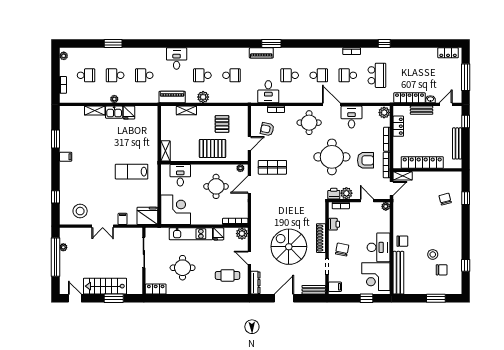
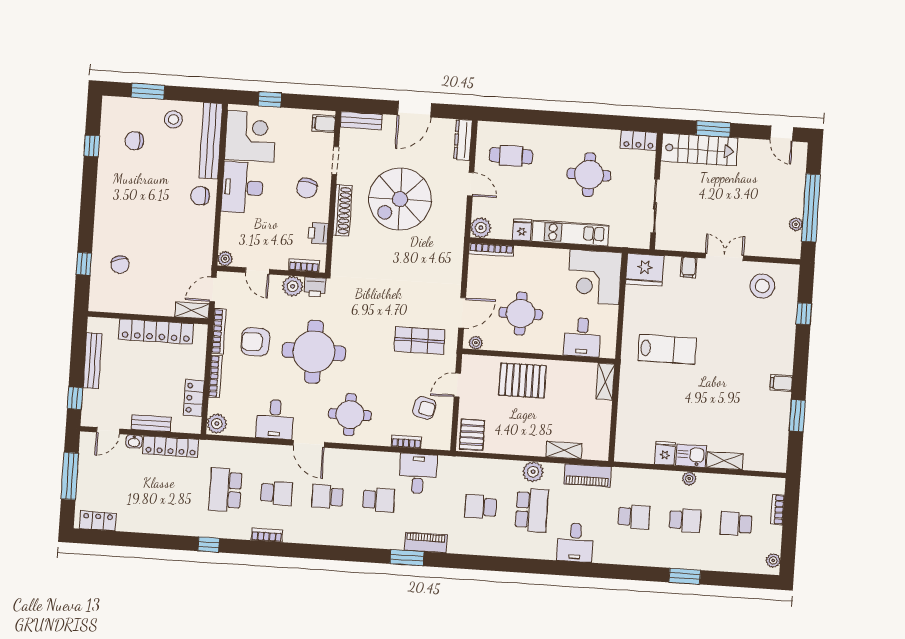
school desk: (202, 75) -> (532, 510), width x1.85
pallet: (222, 124) -> (472, 435), moved
spiral stairs: (289, 247) -> (400, 199), turned 90
stool: (433, 254) -> (173, 119), moved
stairs: (105, 286) -> (699, 149), moved

